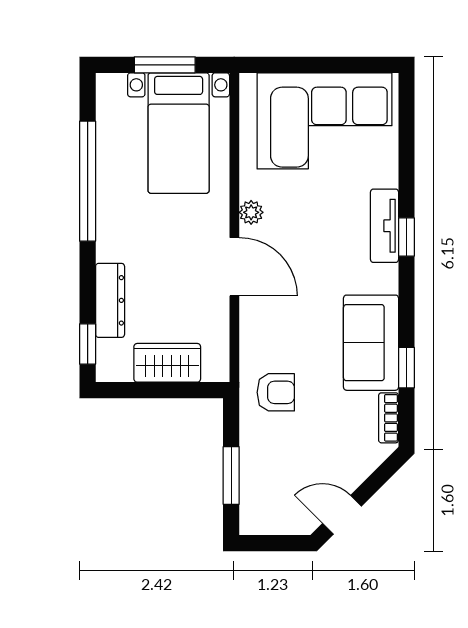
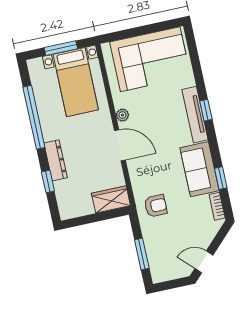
tv unit: (385, 226) -> (195, 115), width x1.41
dresser: (110, 300) -> (56, 160), moved
window: (88, 344) -> (48, 181), moved
wardrobe: (167, 363) -> (111, 199), moved

